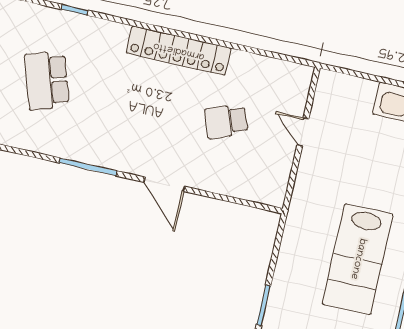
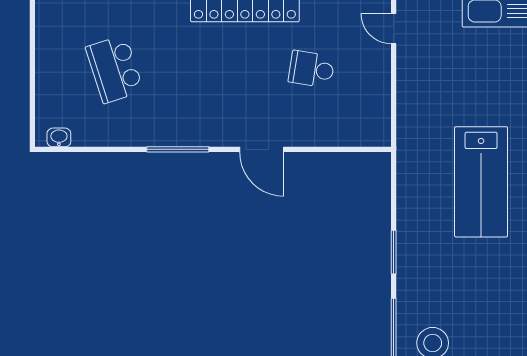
school desk: (226, 121) -> (311, 69), turned 30
door: (303, 132) -> (394, 29), moved

